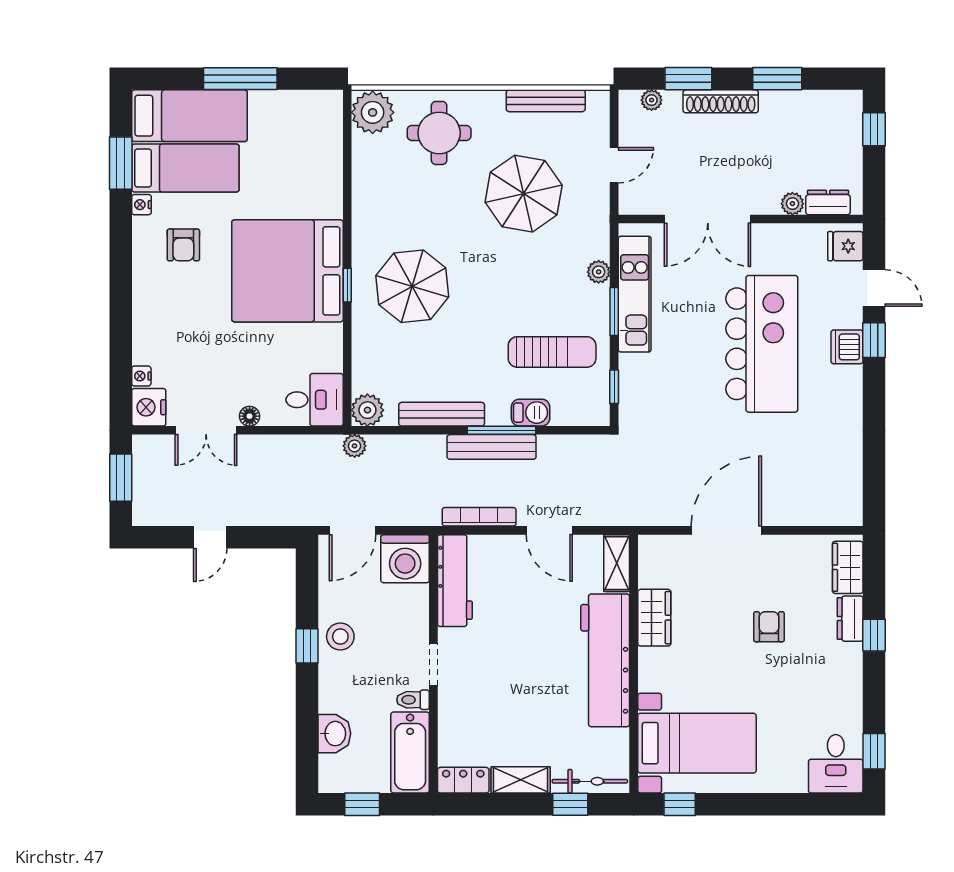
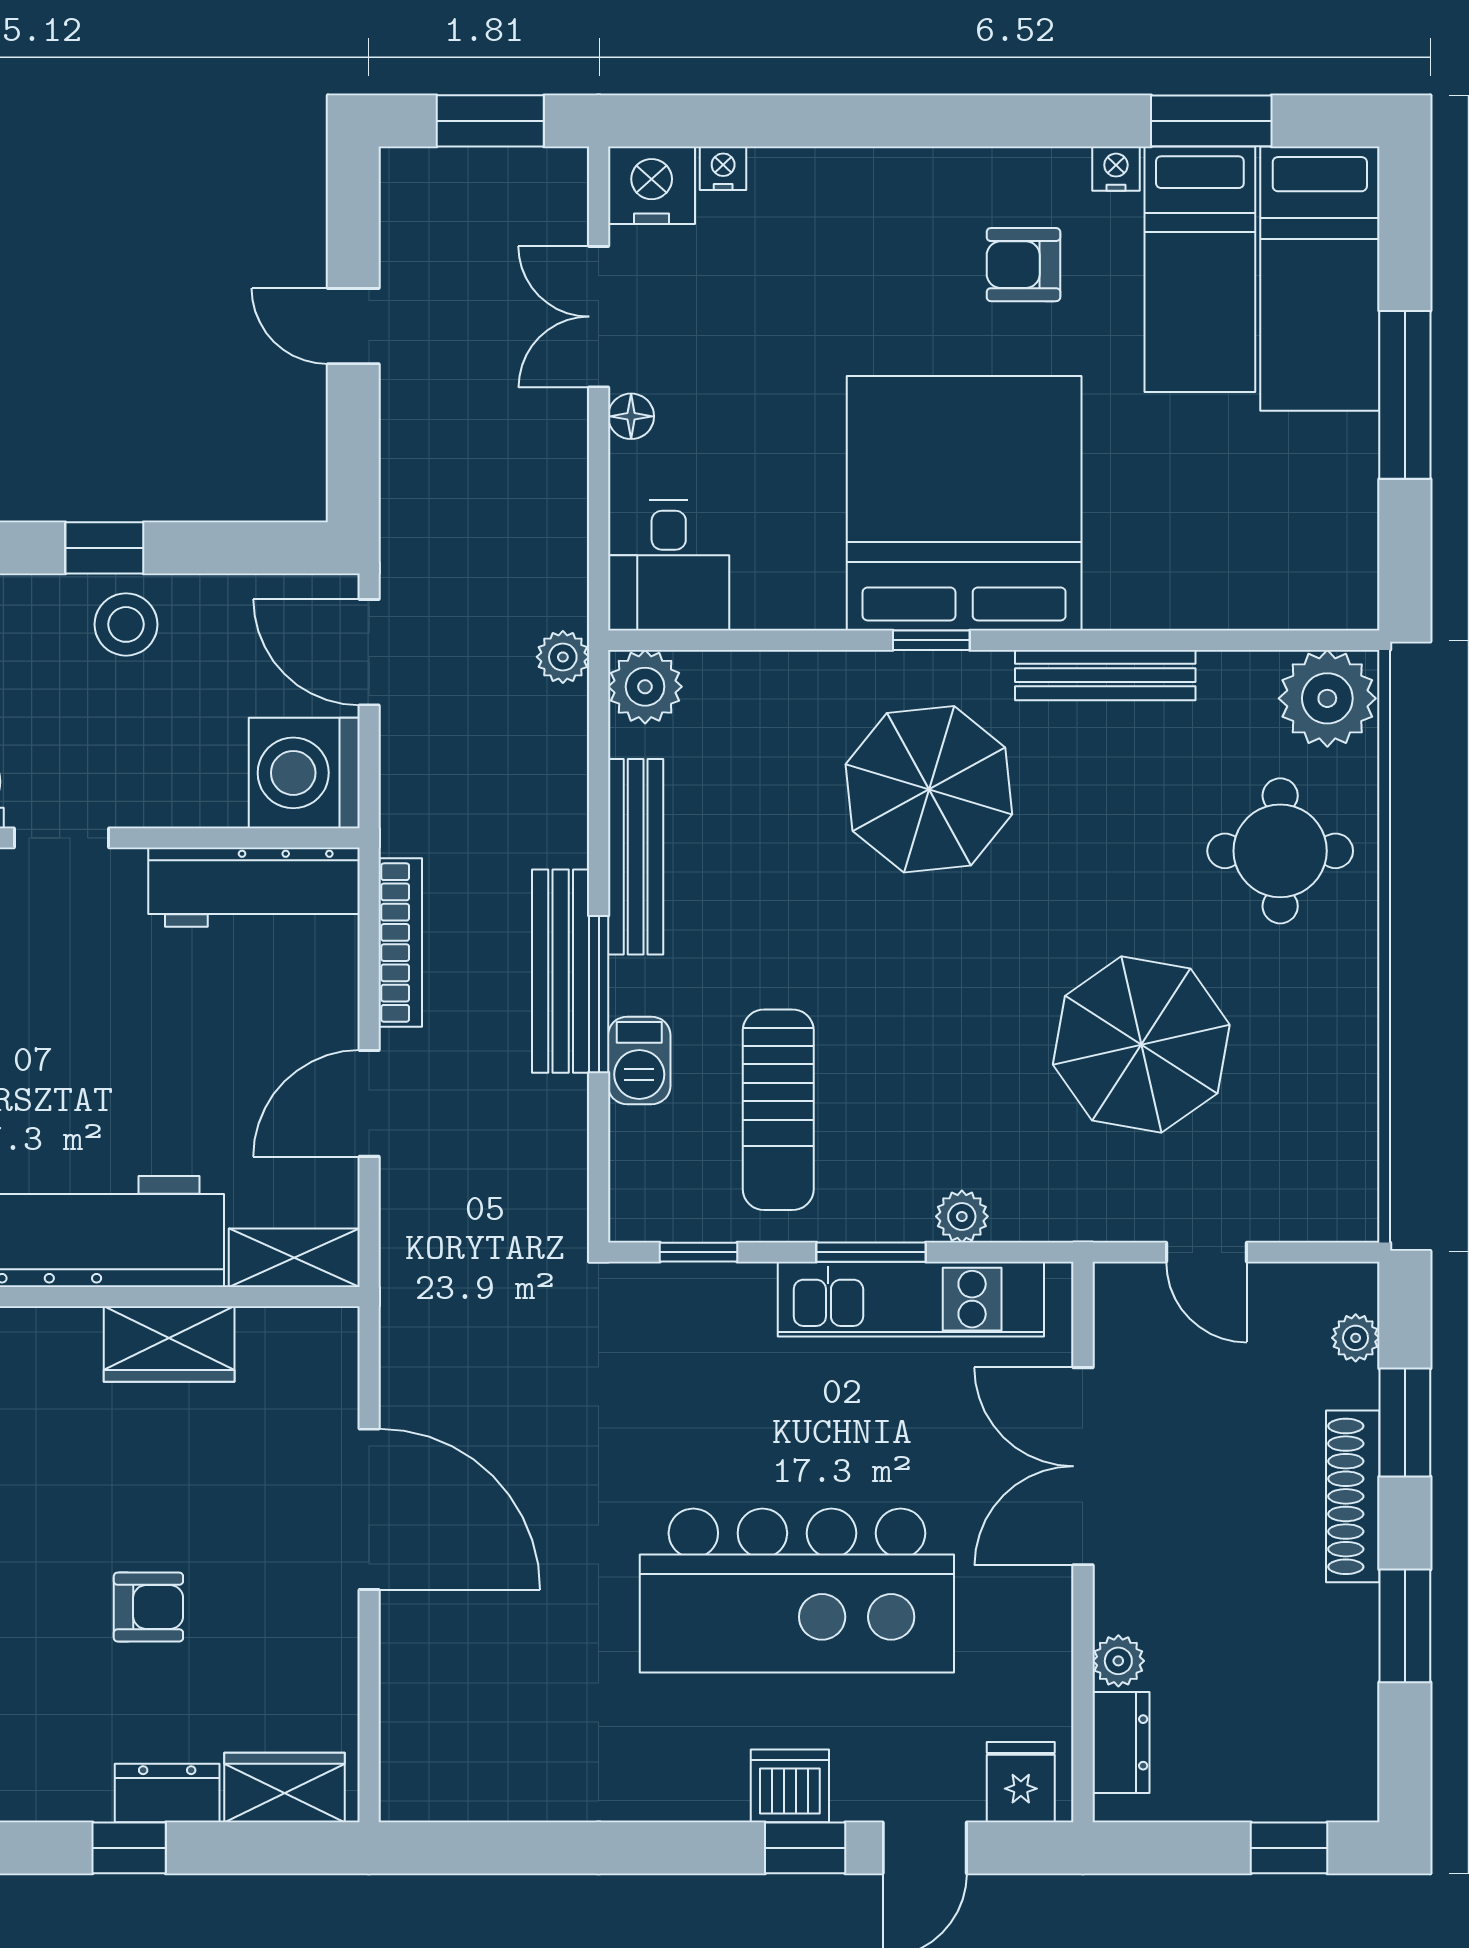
bench: (546, 101) -> (1105, 675), moved, turned 90

